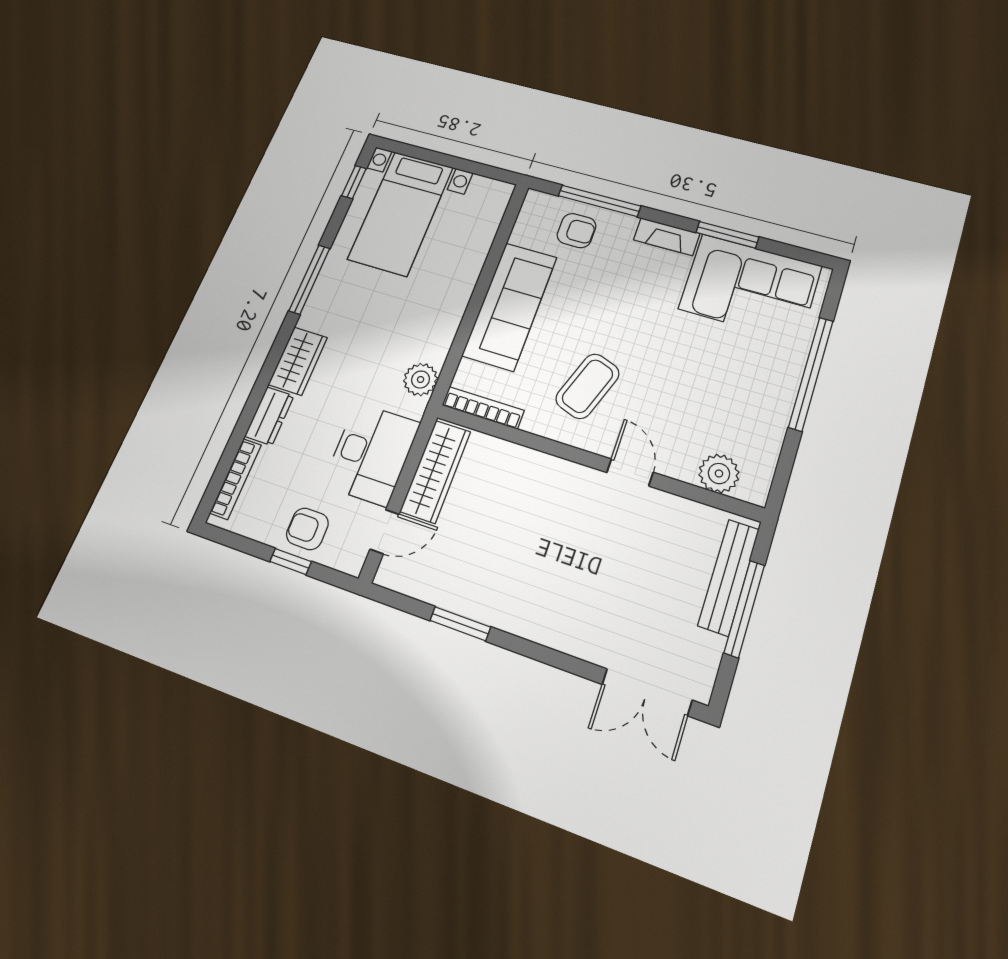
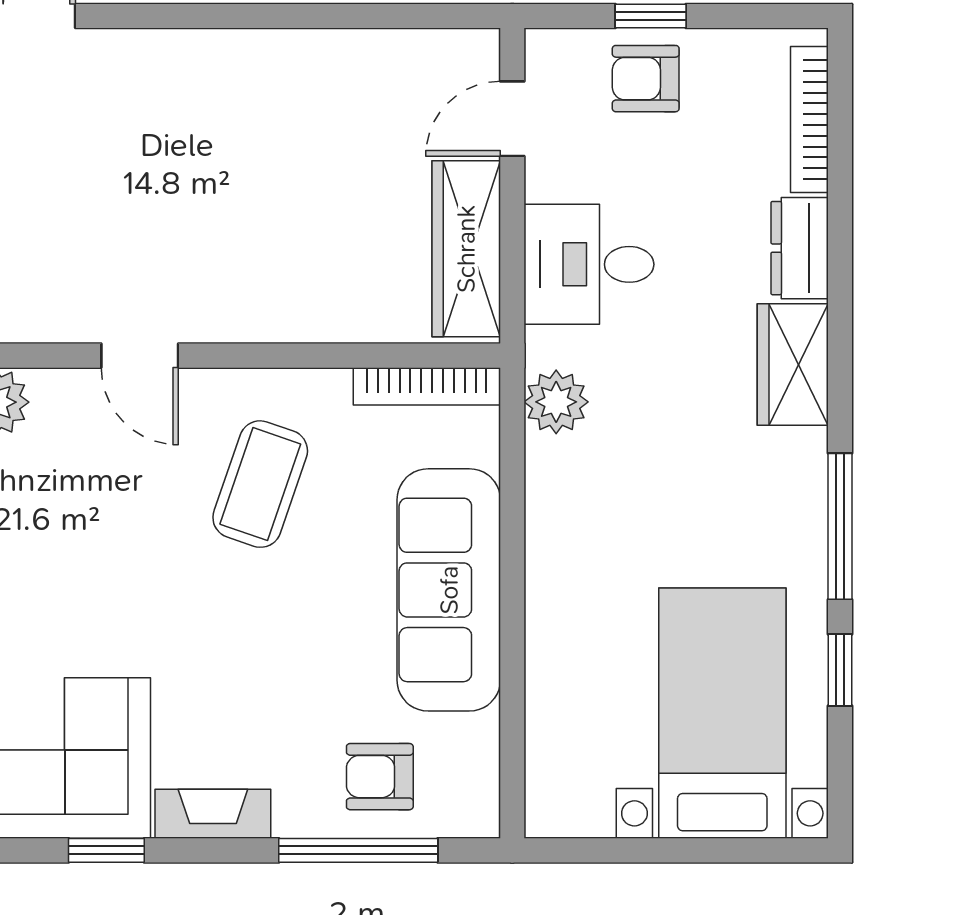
window: (354, 182) -> (840, 670), moved
window: (727, 235) -> (106, 850), width x0.67
desk: (371, 454) -> (589, 264), width x0.73
armchair: (307, 529) -> (646, 79), turned 180
window: (460, 624) -> (330, 16), removed

